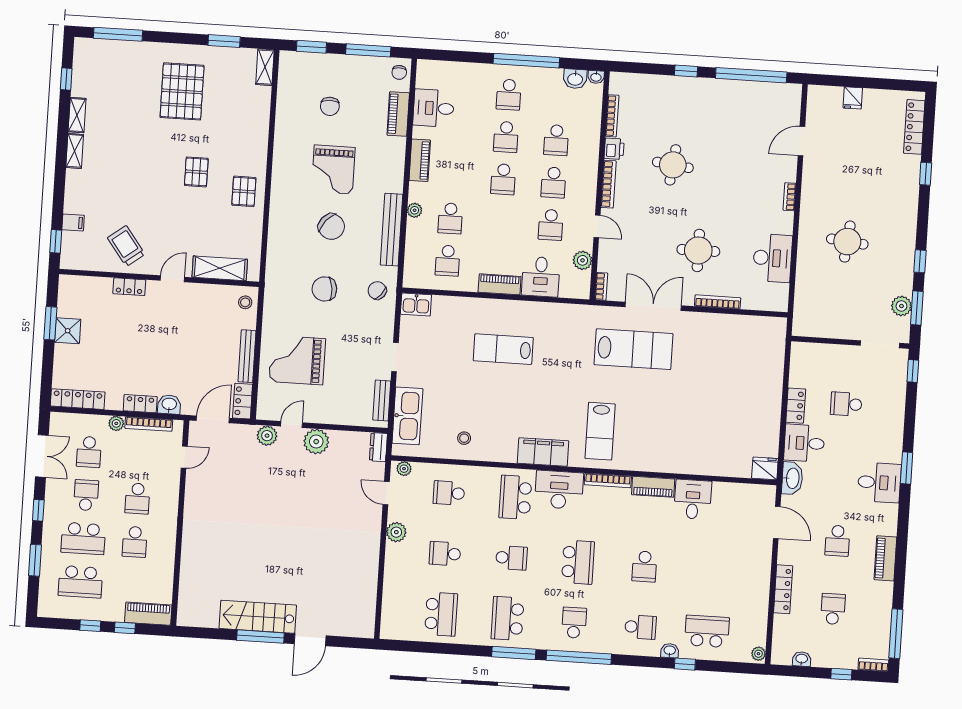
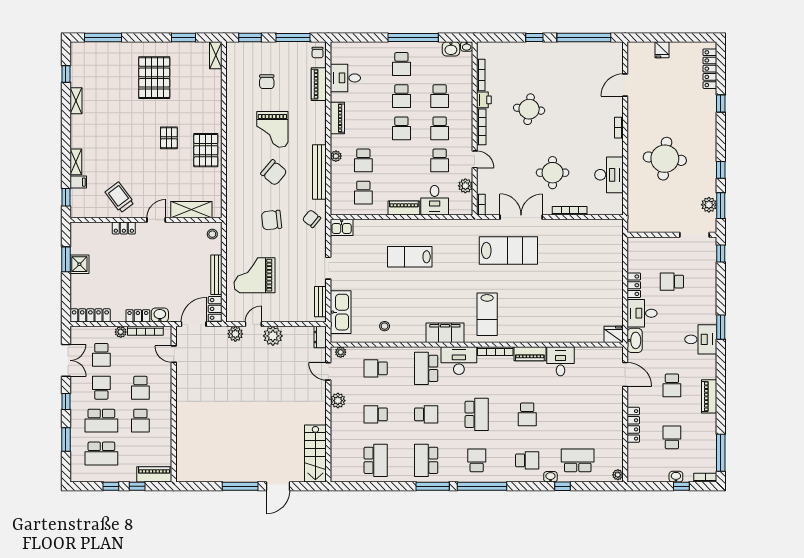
shelving: (75, 151) -> (76, 162), moved
pallet: (244, 191) -> (206, 150), width x1.50, depth x1.42
round table: (847, 242) -> (665, 159), width x1.36, depth x1.36
door: (184, 457) -> (174, 354), swing flipped
stairs: (258, 617) -> (315, 453), moved, turned -90
washbasin: (802, 659) -> (676, 477), moved

